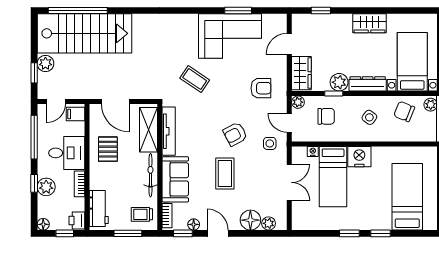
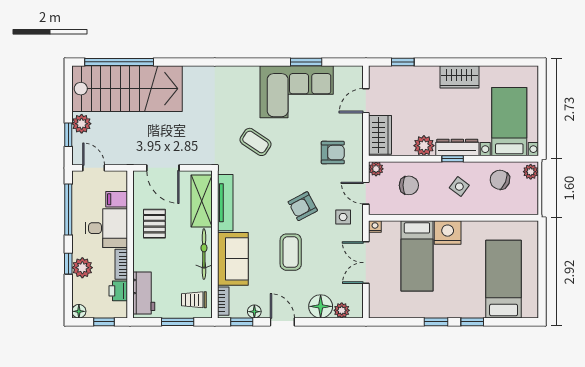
window: (334, 93) -> (453, 159), moved
door: (56, 101) -> (94, 168), swing flipped
filing cabinet: (76, 114) -> (117, 199), moved
nightstand: (313, 151) -> (375, 226), moved
double door: (289, 182) -> (366, 263), swing flipped
printer: (77, 220) -> (118, 291), moved

